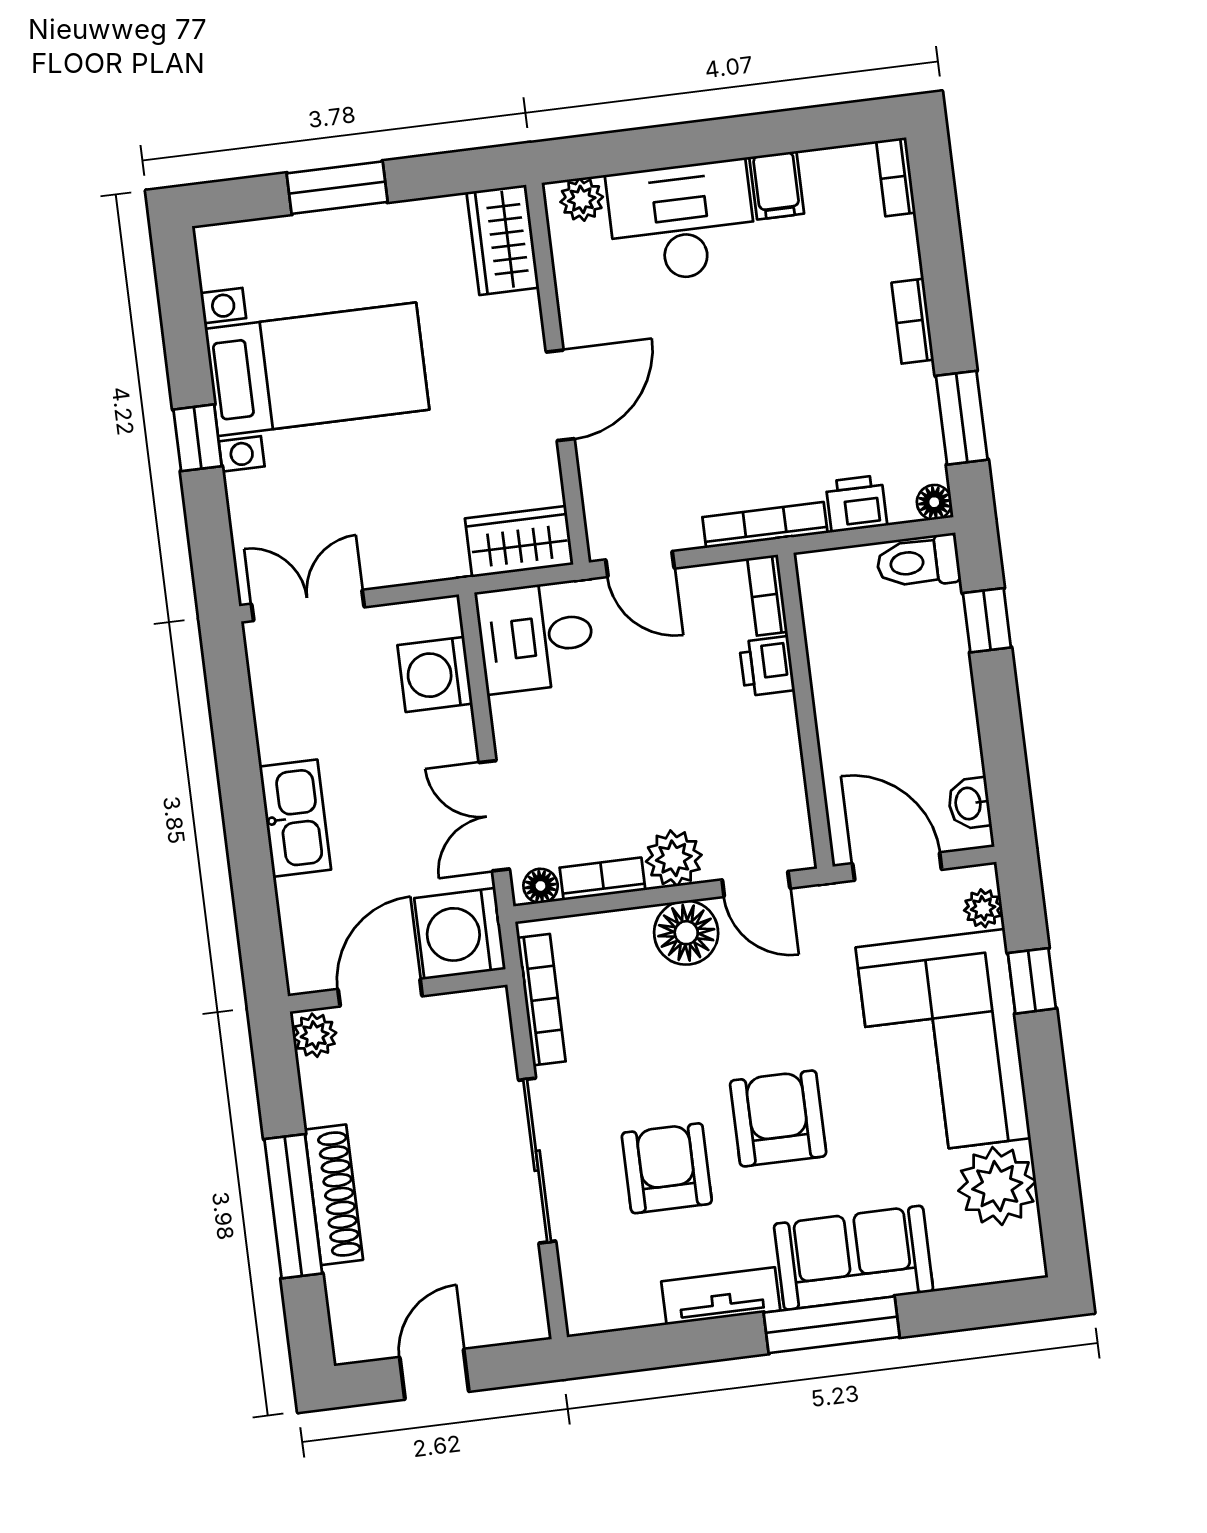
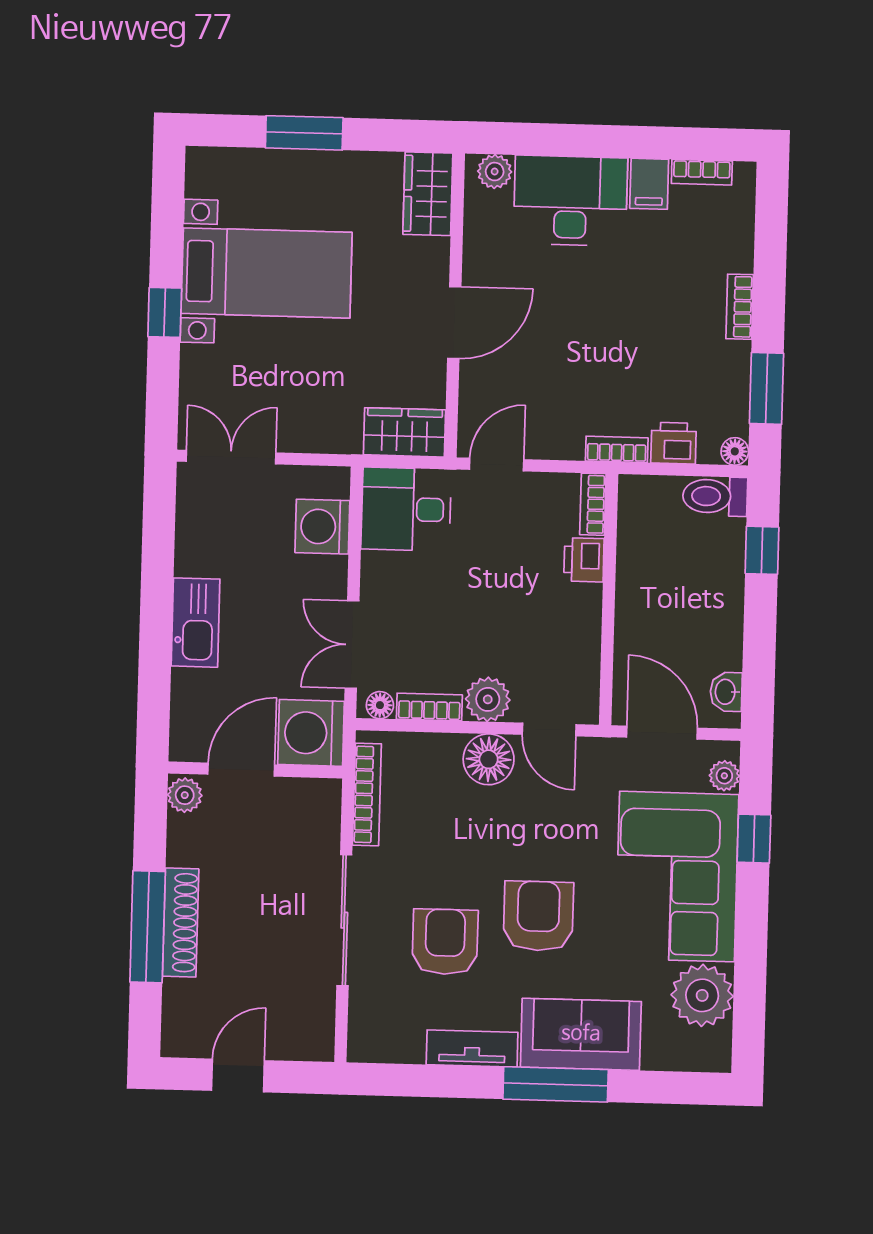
bookcase: (896, 177) -> (702, 172), moved, turned -90
bookcase: (765, 525) -> (617, 449), width x0.64
door: (640, 564) -> (497, 465), swing flipped

